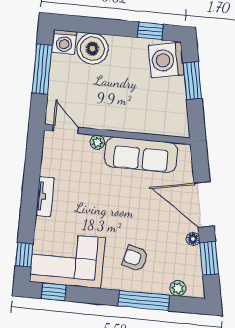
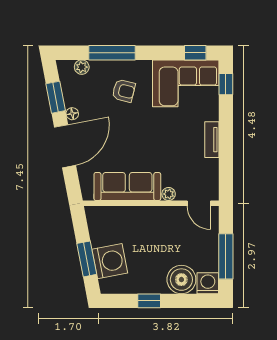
window: (150, 31) -> (149, 301), moved
washing machine: (166, 60) -> (110, 261), moved
door: (204, 205) -> (65, 146), hinge flipped

